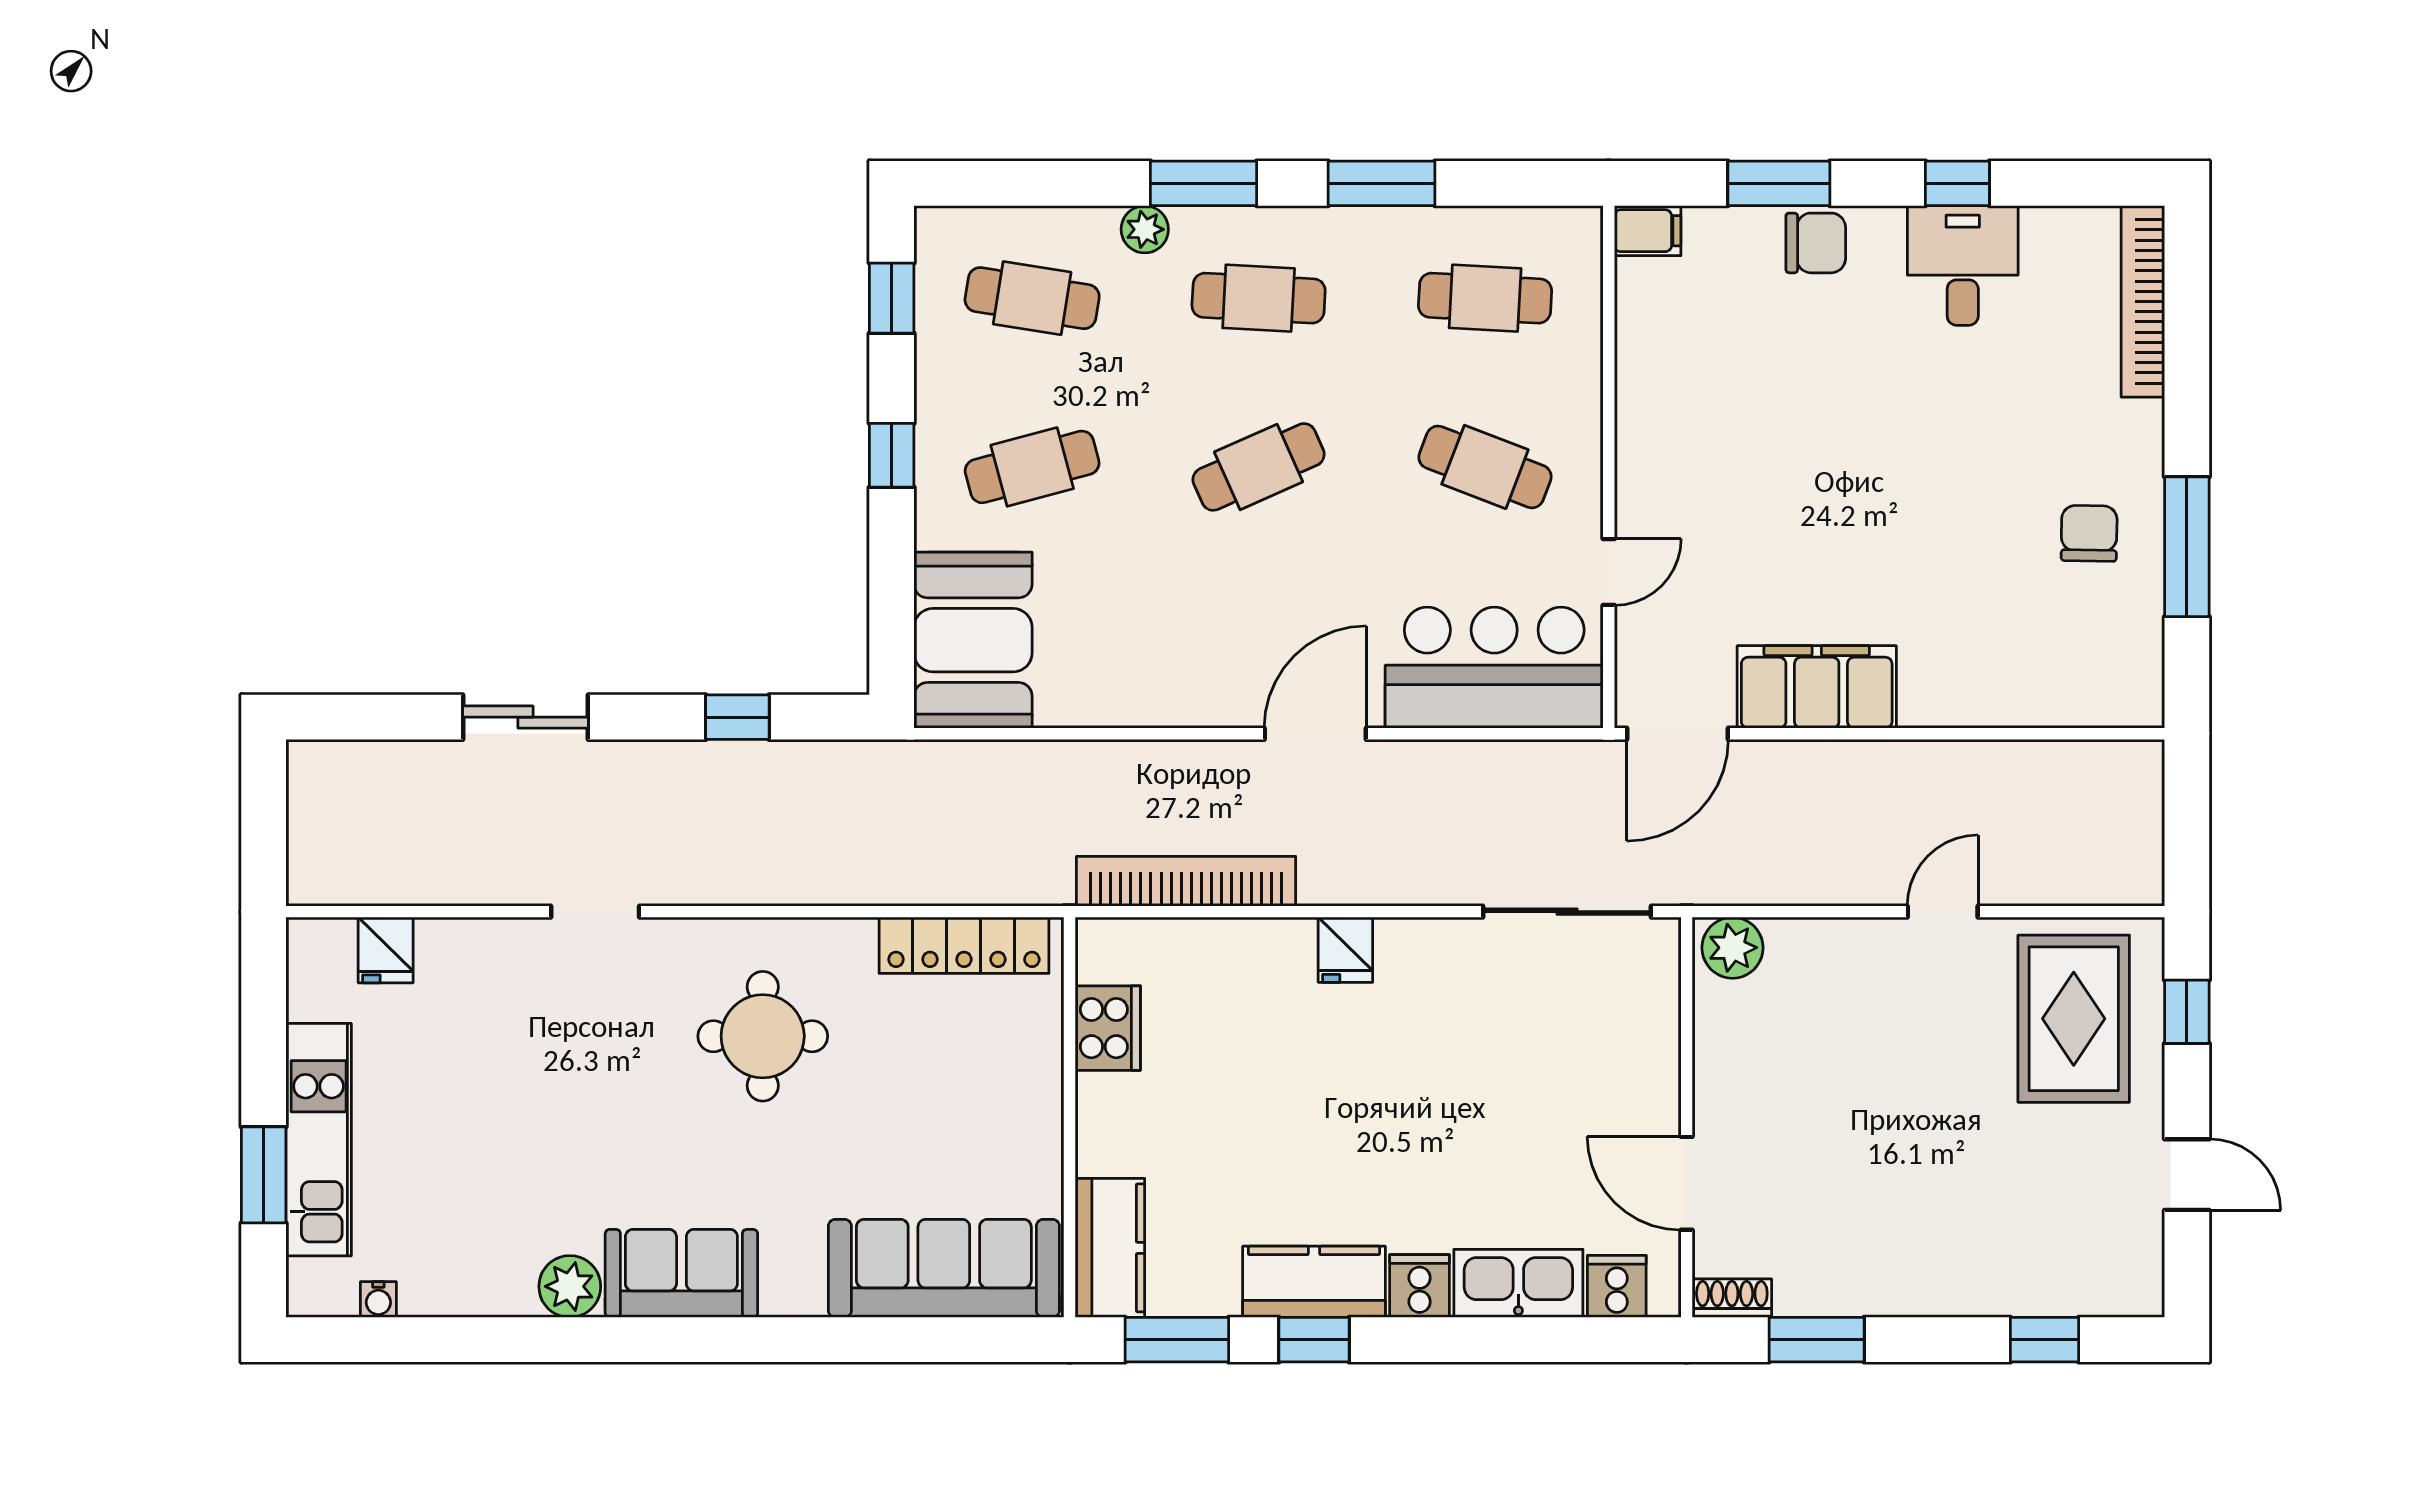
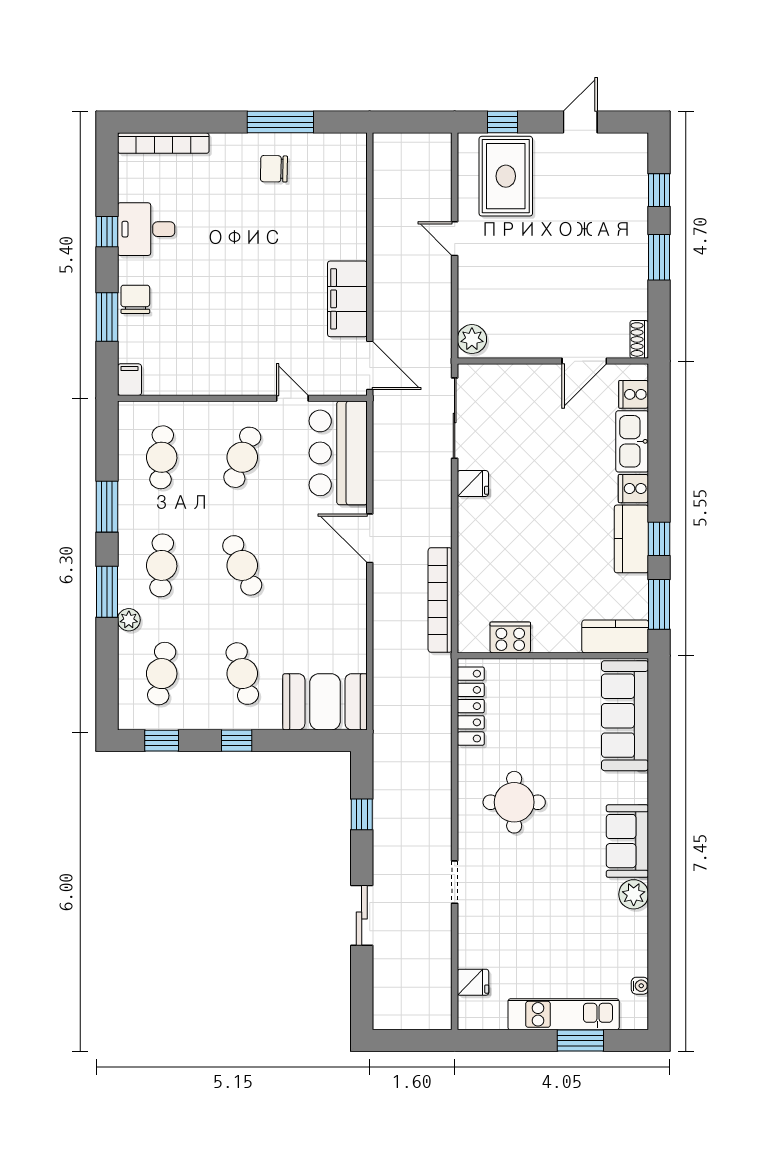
fridge: (1345, 950) -> (473, 483), moved
rug: (2074, 1019) -> (506, 176), turned 90
window: (1817, 1340) -> (659, 257), moved

